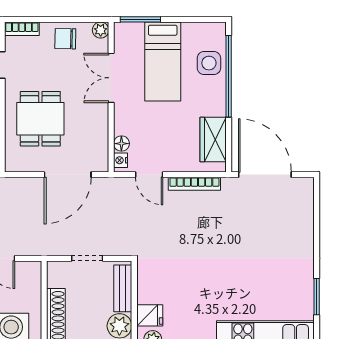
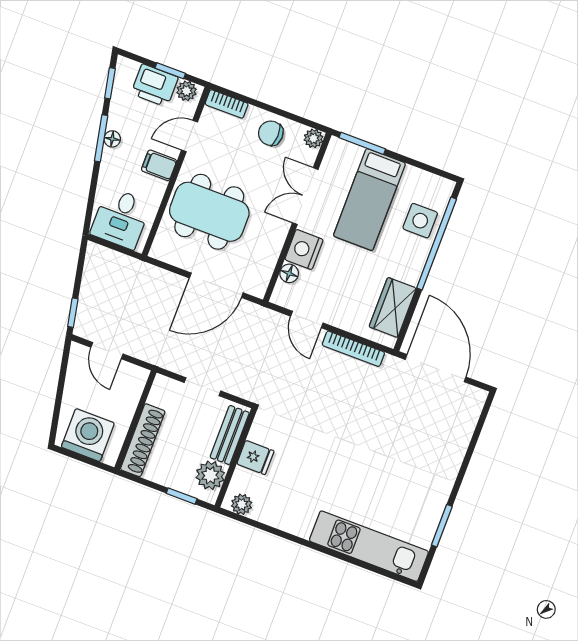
dining table: (40, 119) -> (209, 212), width x1.38
nightstand: (121, 160) -> (304, 250), moved, width x1.89, depth x1.79
fridge: (150, 315) -> (255, 457), moved

